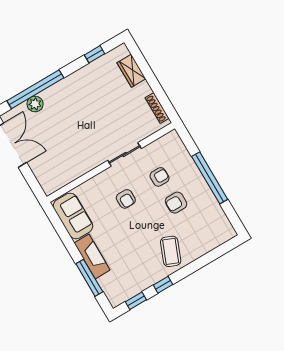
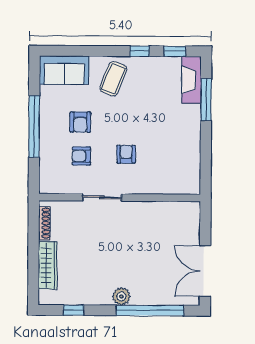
wardrobe: (131, 71) -> (48, 265), width x1.50
plant: (35, 104) -> (121, 296), moved
armchair: (176, 203) -> (80, 122), turned 90
sofa: (73, 216) -> (64, 70), moved, turned -90
fireplace: (92, 256) -> (191, 80), moved

